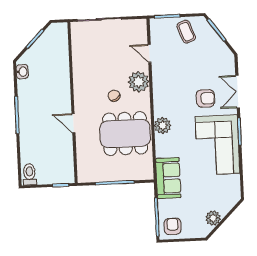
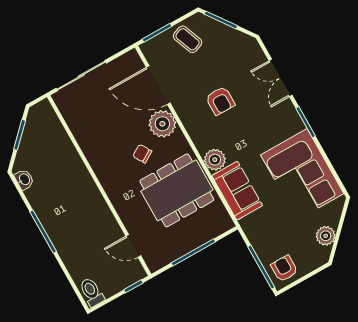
door: (149, 53) -> (158, 85), width x1.88
armchair: (205, 98) -> (220, 101), moved, turned 90
door: (73, 123) -> (133, 246), moved
corner sofa: (218, 145) -> (302, 174), moved
sofa: (168, 178) -> (237, 191), moved

